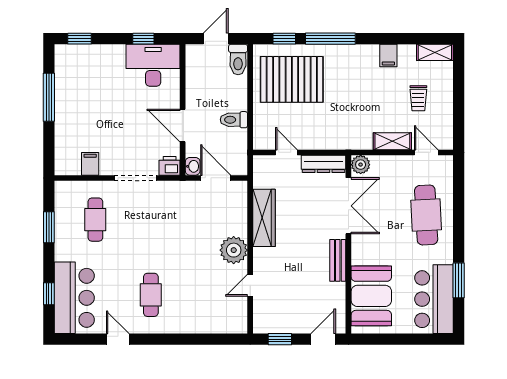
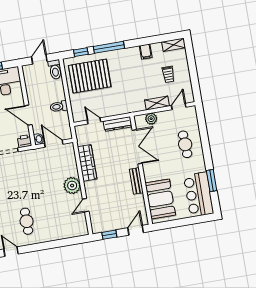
door: (426, 152) -> (179, 106), hinge flipped
plant: (361, 165) -> (151, 119), moved
cafe table: (426, 215) -> (185, 144), width x0.73, depth x0.74

